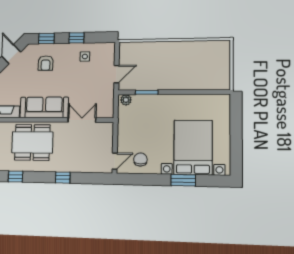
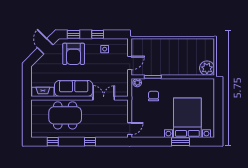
armchair: (46, 63) -> (74, 54), width x1.88, depth x1.88
plant: (220, 80) -> (207, 68), added
chair: (140, 160) -> (154, 96), moved

